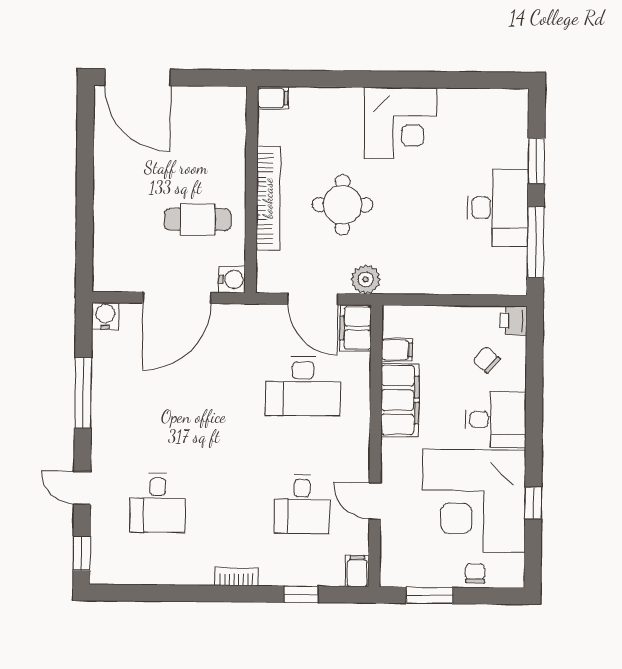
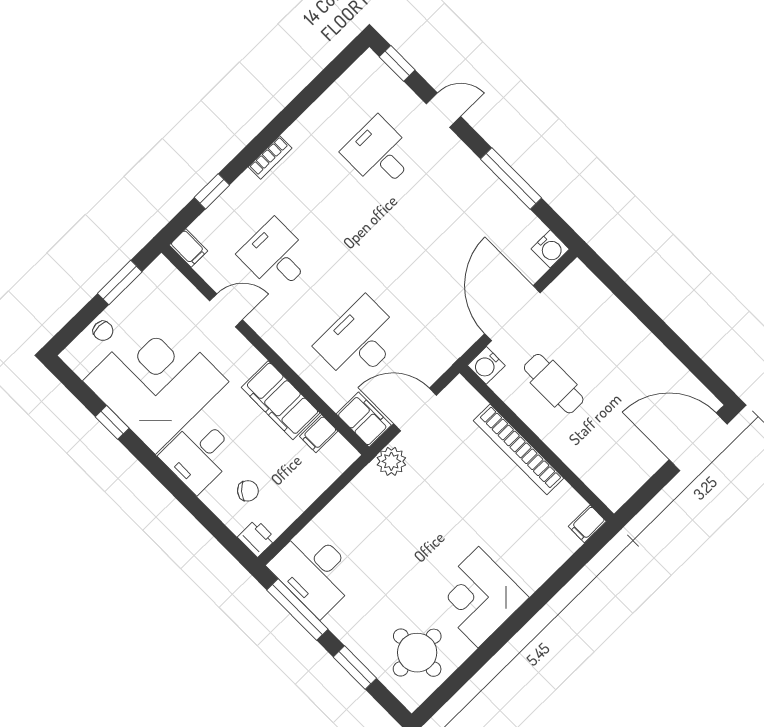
round table: (343, 205) -> (417, 653), moved
desk: (498, 208) -> (314, 572), moved
cafe table: (198, 219) -> (554, 384), turned 90

